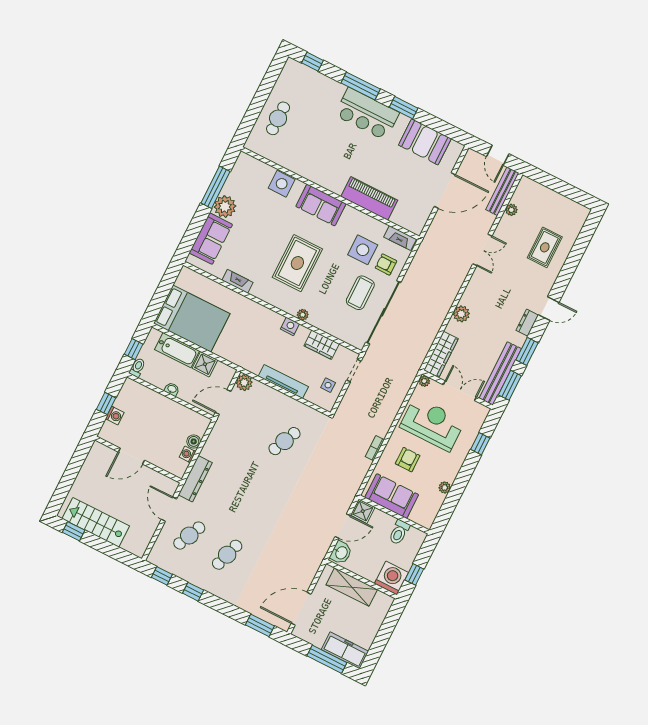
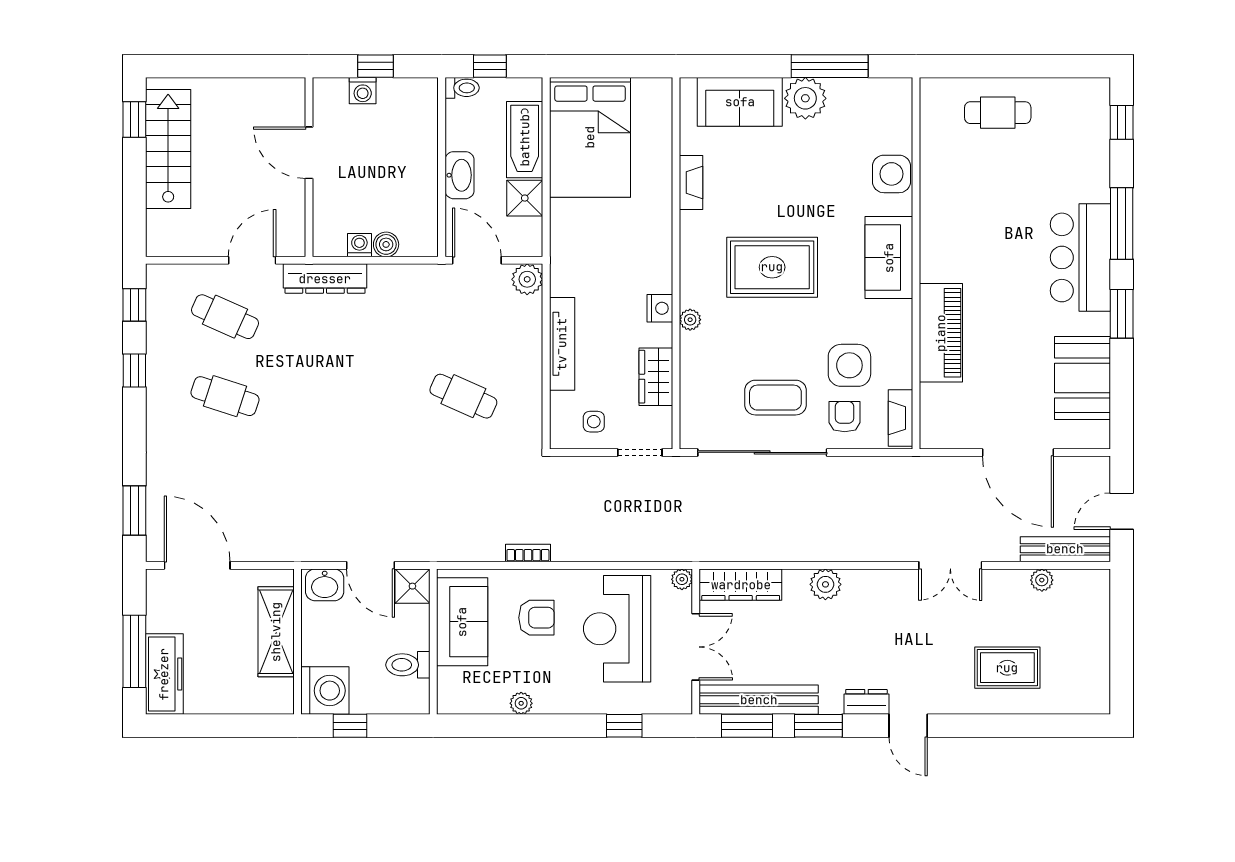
washbasin: (172, 389) -> (459, 175), width x1.91, depth x1.45
reception desk: (432, 424) -> (617, 629), turned 180

